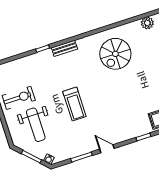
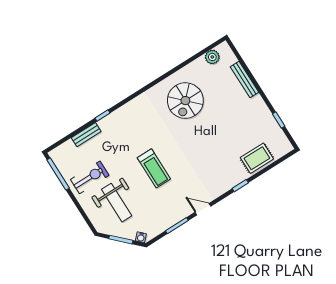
bench: (64, 48) -> (86, 135), moved

